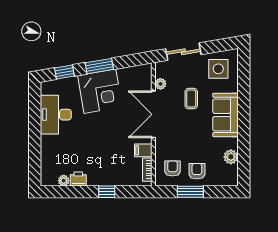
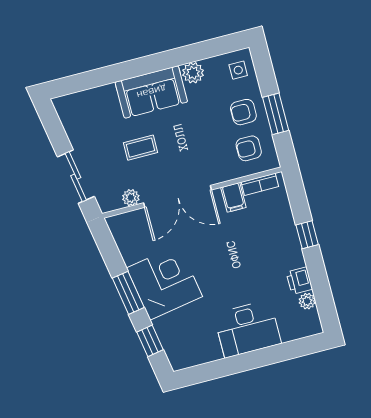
side table: (218, 69) -> (238, 70), moved, width x0.54, depth x0.54
desk: (56, 115) -> (247, 329), moved
plant: (231, 157) -> (193, 73), moved

